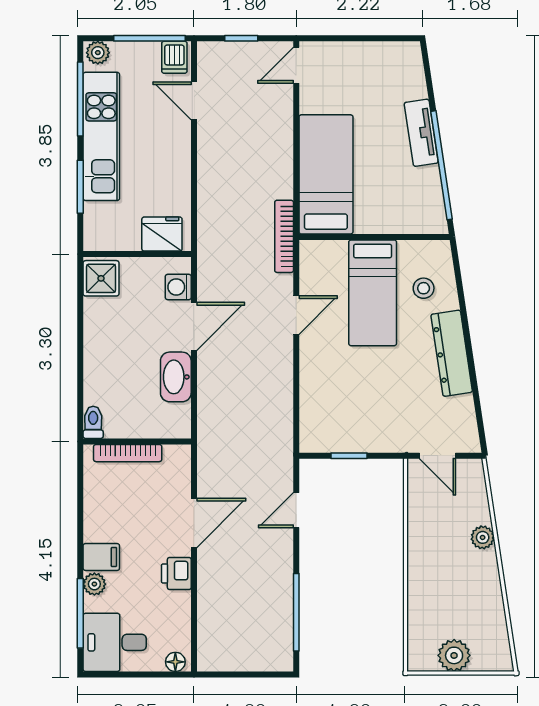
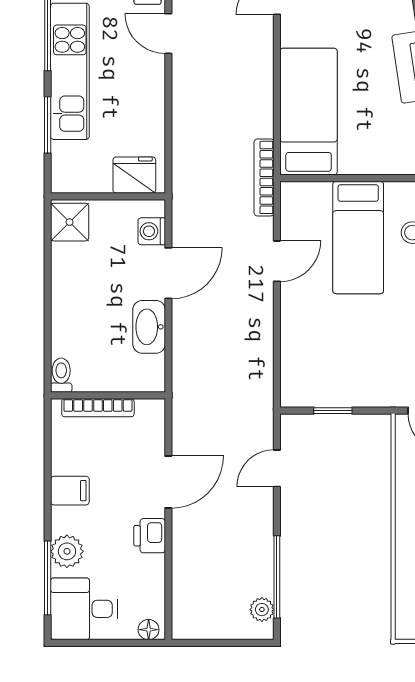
filing cabinet: (101, 557) -> (70, 491), moved
plant: (94, 584) -> (67, 551), width x1.38, depth x1.38
plant: (282, 643) -> (262, 610), added

